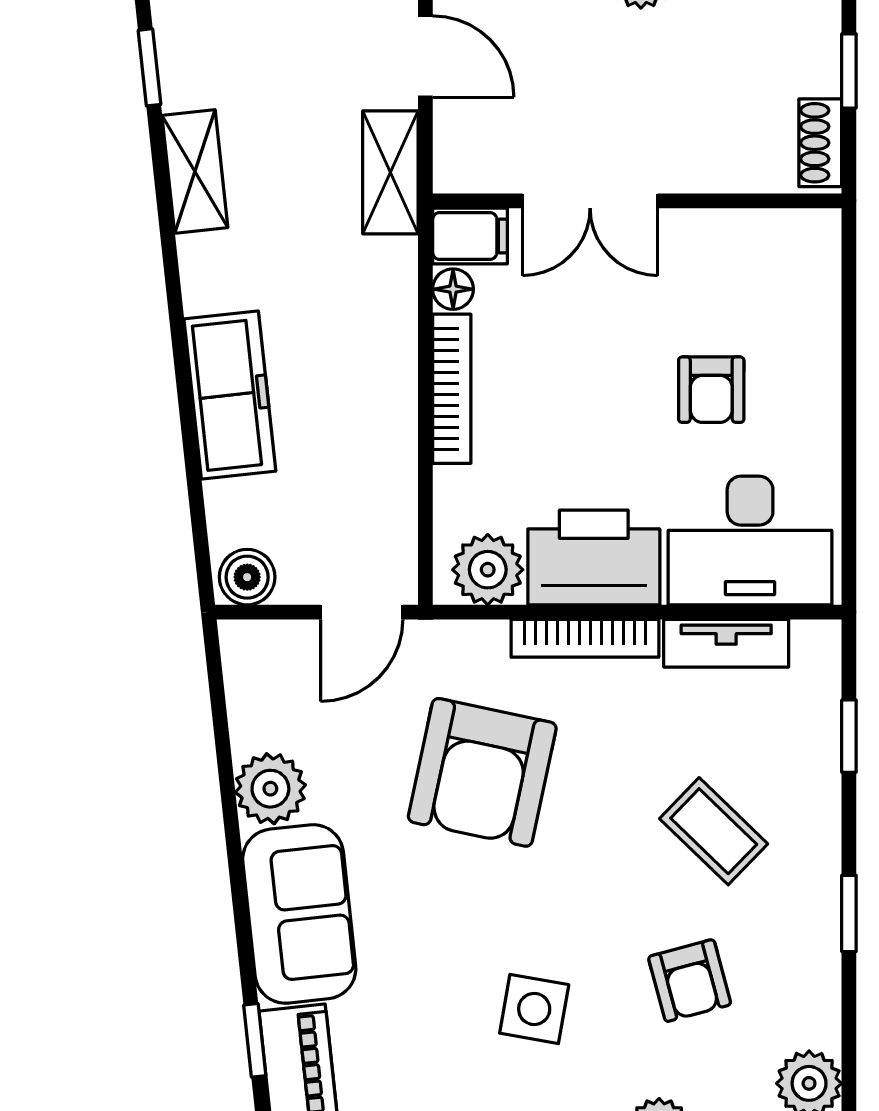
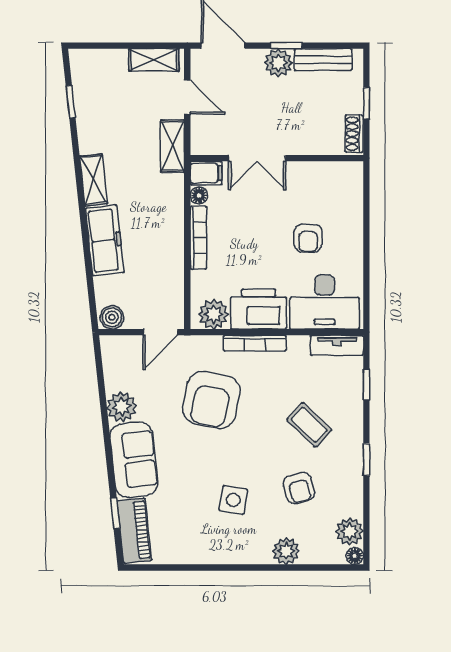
shelving: (195, 171) -> (93, 180), moved
tv unit: (726, 643) -> (337, 345), moved

